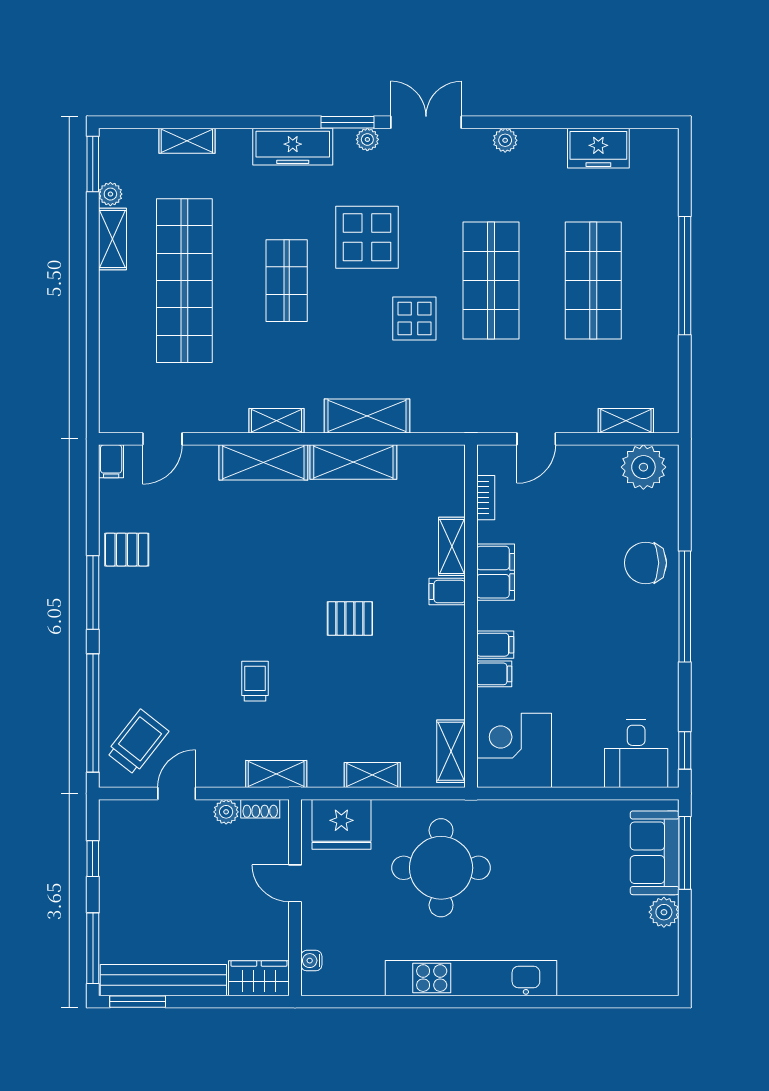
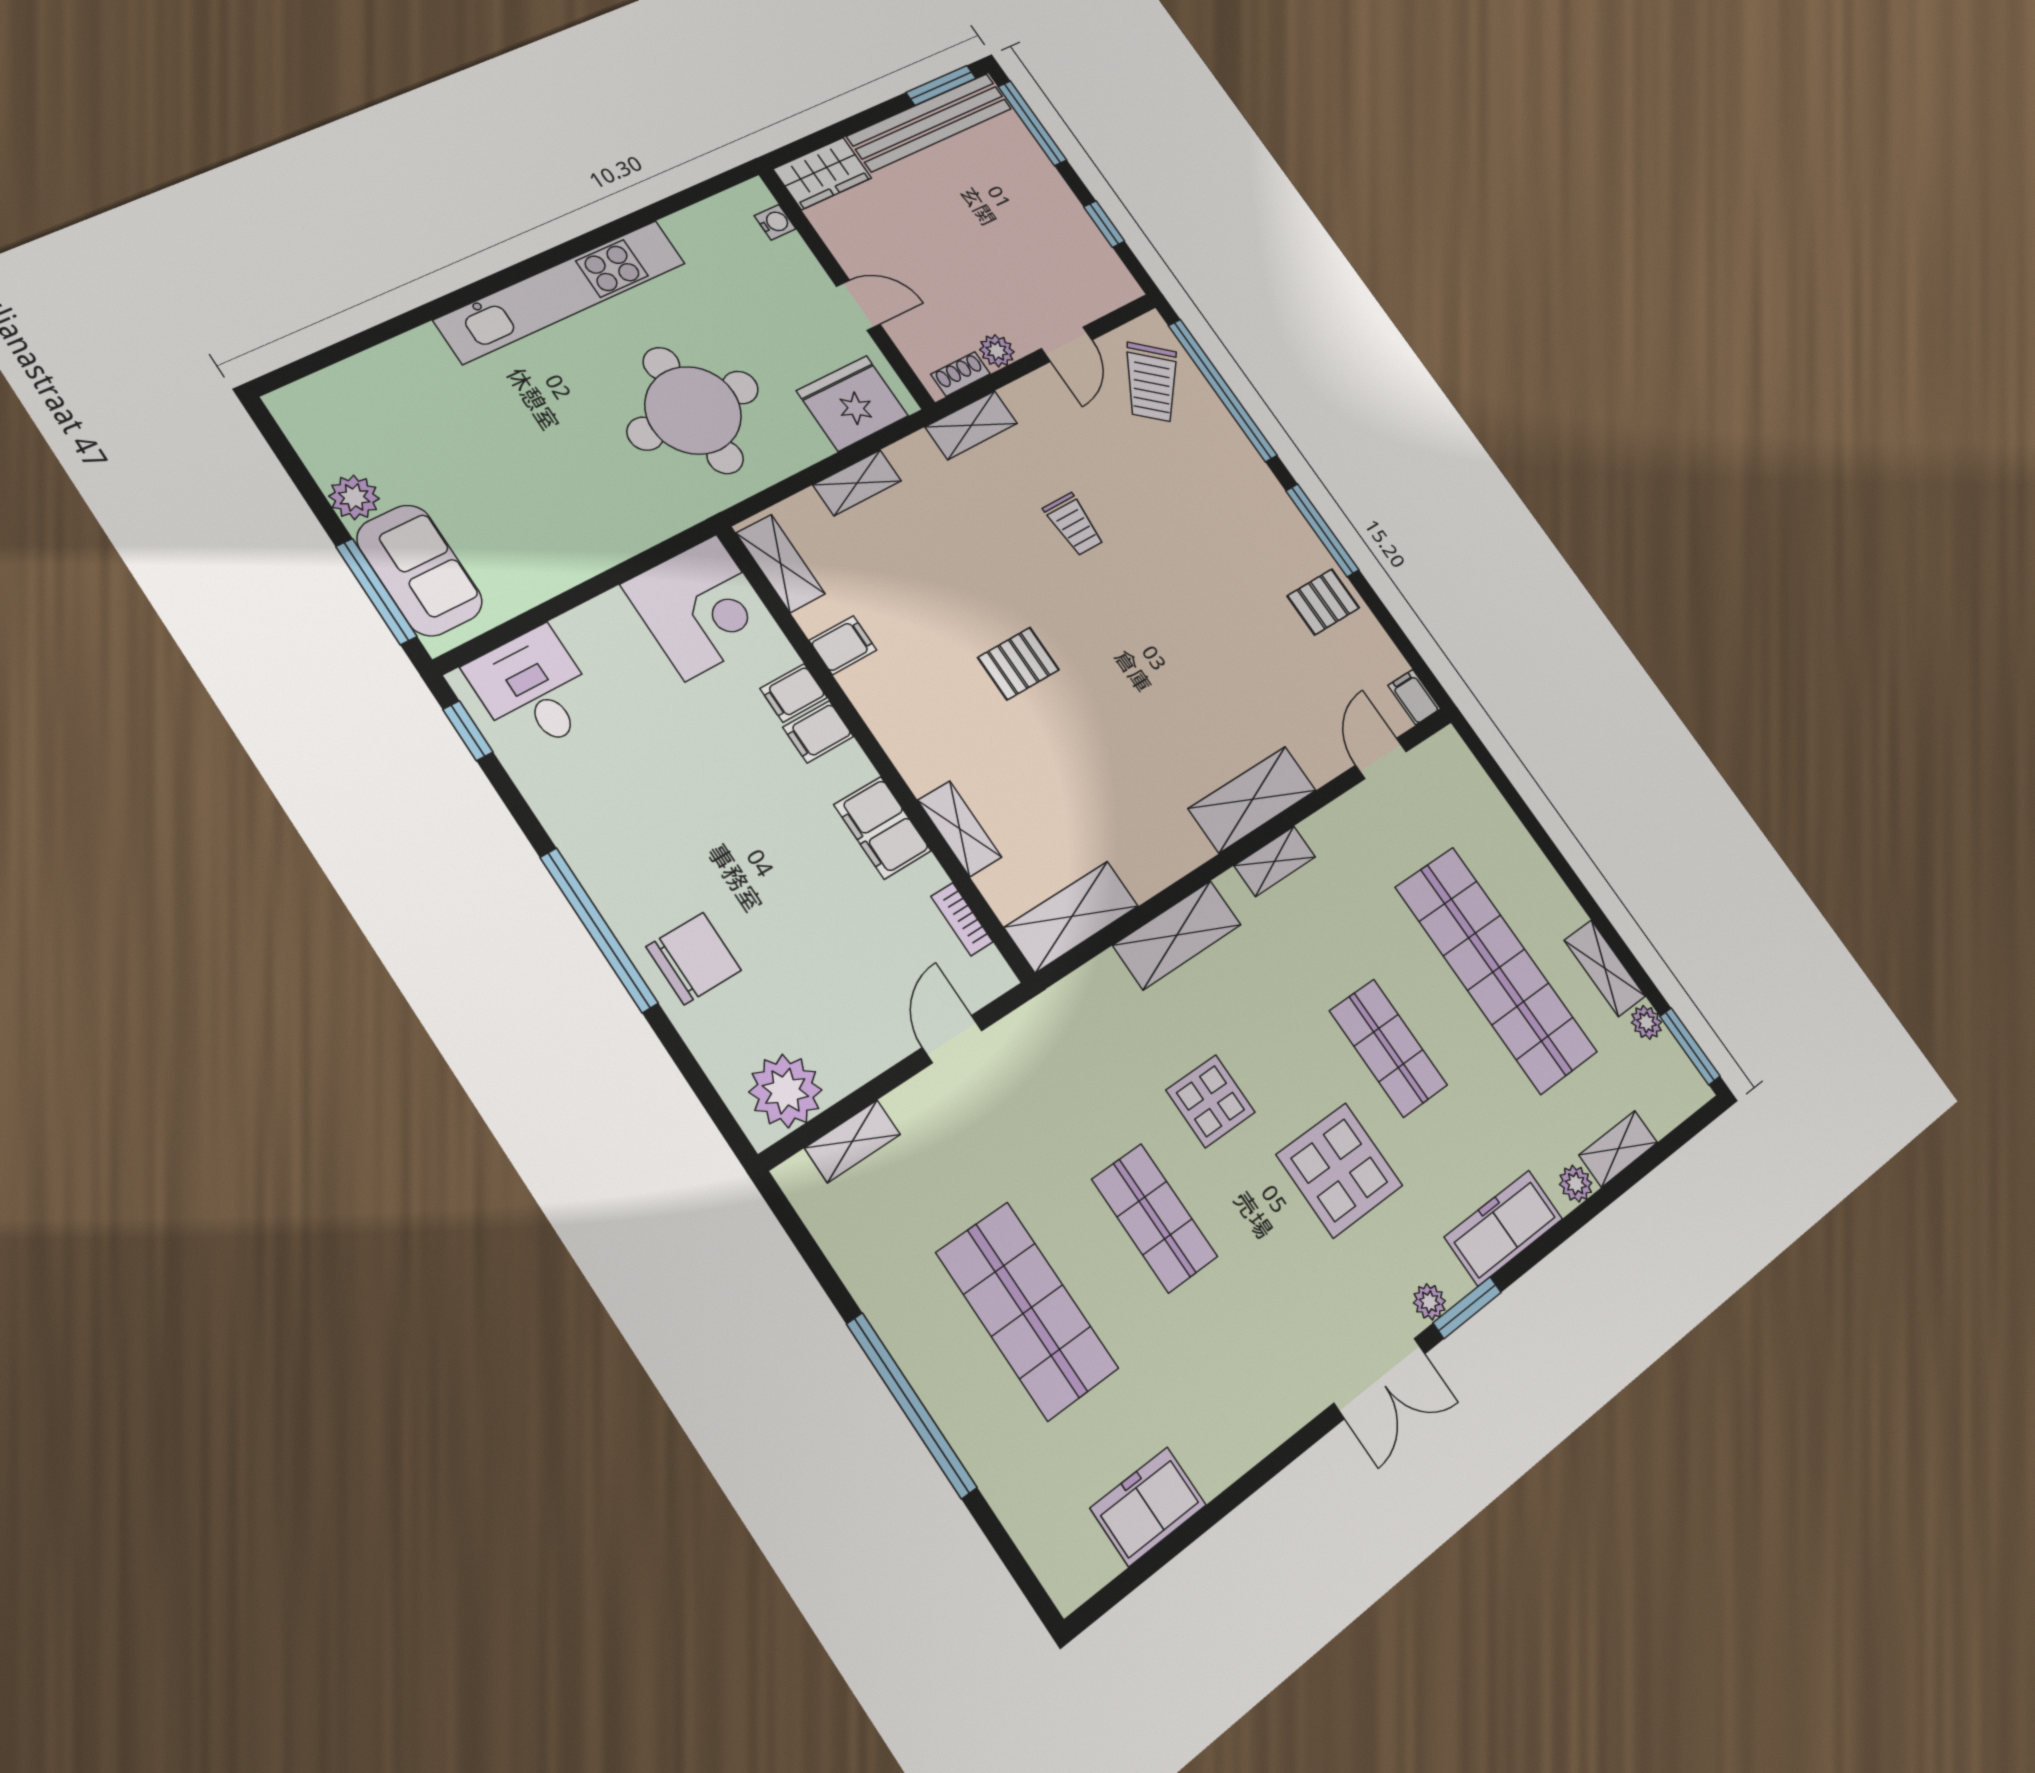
plant: (505, 140) -> (1576, 1184), moved
shop shelf: (491, 281) -> (1155, 1218), width x0.70, depth x0.74
shelving: (353, 462) -> (1072, 917), moved
filing cabinet: (447, 592) -> (843, 645), moved

